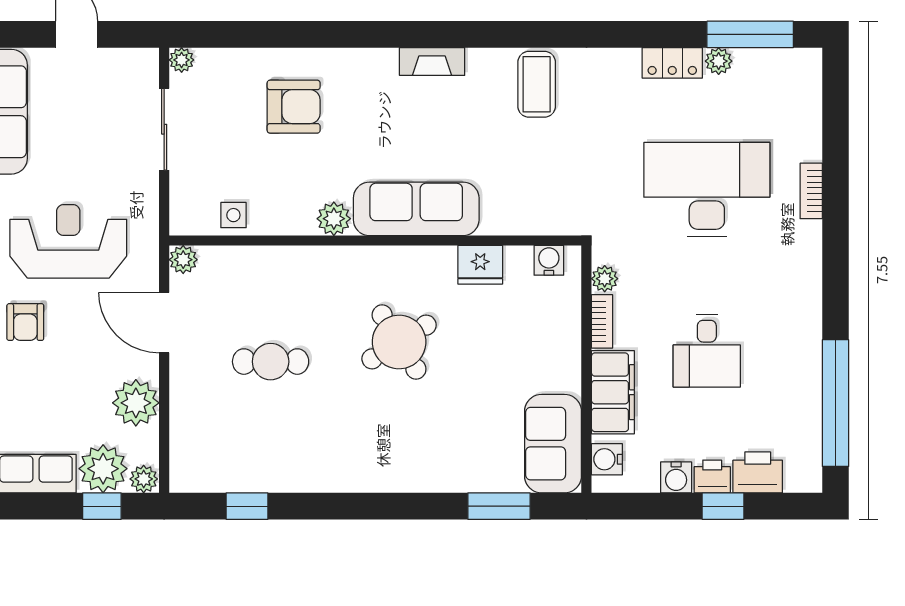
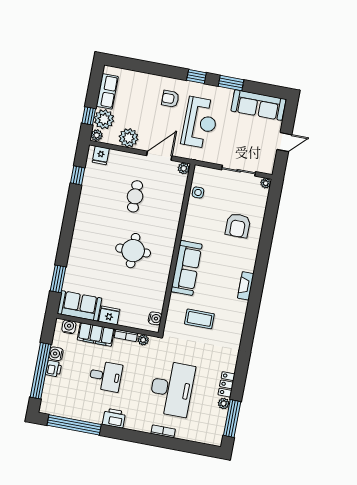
coffee table: (537, 84) -> (199, 319), moved
plant: (334, 219) -> (189, 233), removed
fridge: (480, 265) -> (109, 315), moved, turned 90
round table: (399, 342) -> (133, 251), turned 32
desk: (707, 351) -> (106, 376), turned 180
fridge: (189, 461) -> (101, 155), added
printer: (758, 472) -> (114, 418), moved, turned -90
window: (723, 506) -> (41, 371), width x3.17

